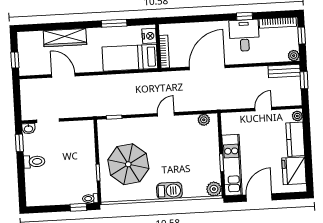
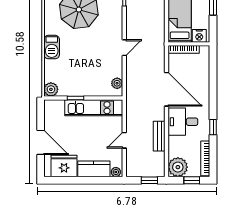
desk: (244, 35) -> (183, 122), moved, turned 180
plant: (294, 56) -> (178, 167), width x1.87, depth x1.87
bench: (284, 71) -> (159, 136), moved
door: (263, 109) -> (124, 140), swing flipped
door: (166, 114) -> (124, 48), hinge flipped
kitchen unit: (232, 165) -> (94, 108), moved
door: (259, 198) -> (41, 142), moved

